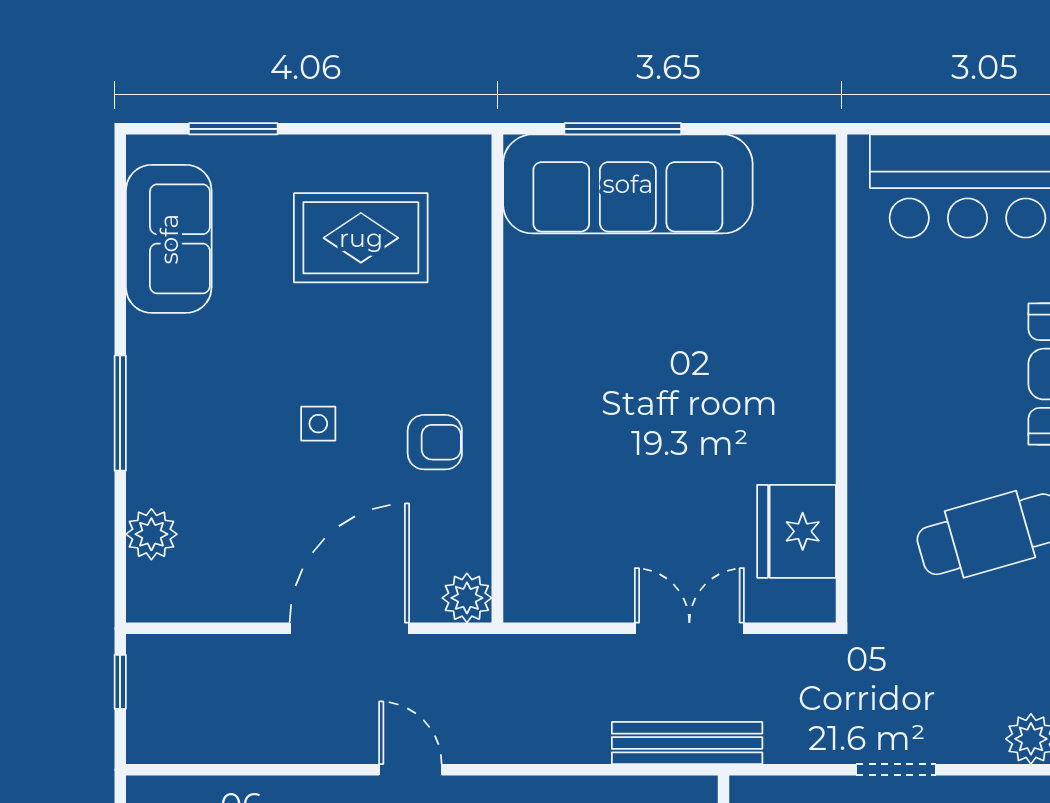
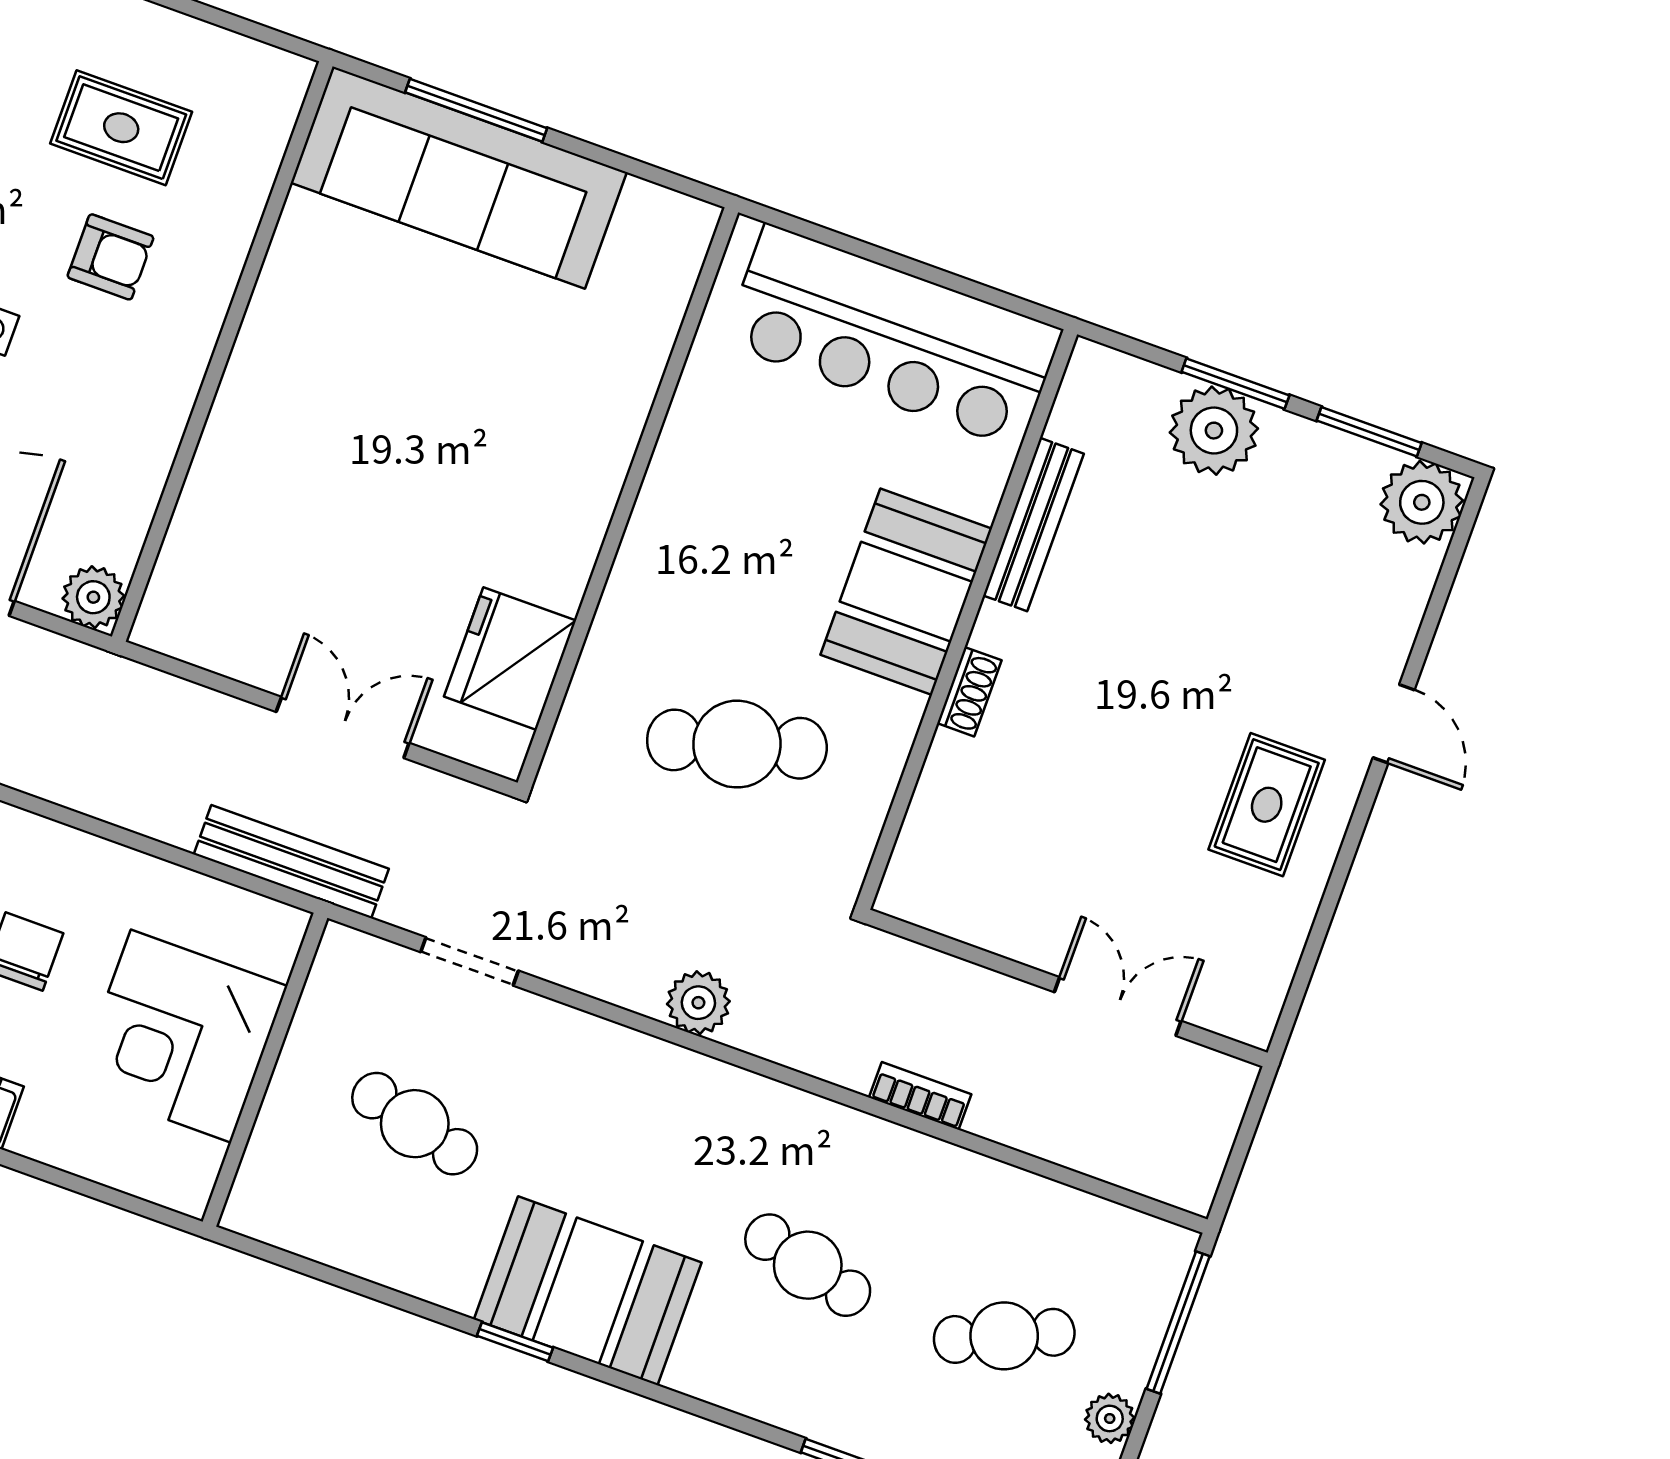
rug: (361, 238) -> (121, 128), width x0.73, depth x0.70
armchair: (435, 442) -> (110, 257), moved
doorway: (896, 770) -> (470, 961), moved

